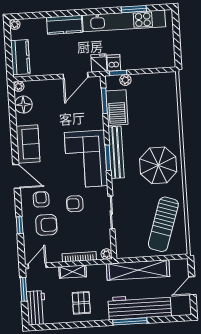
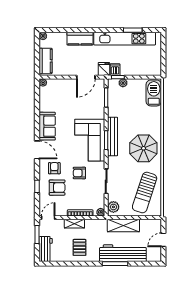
floor lamp: (23, 105) -> (46, 96), removed
barbecue: (117, 108) -> (154, 93), moved, turned 180
plant: (123, 246) -> (113, 207), added
shelving: (138, 270) -> (123, 226), width x0.68

